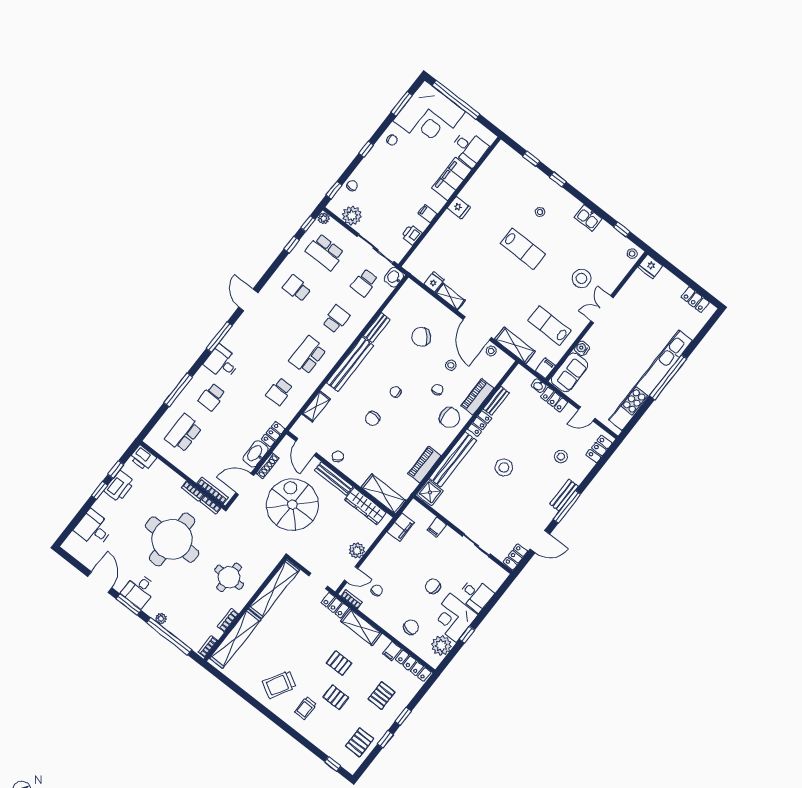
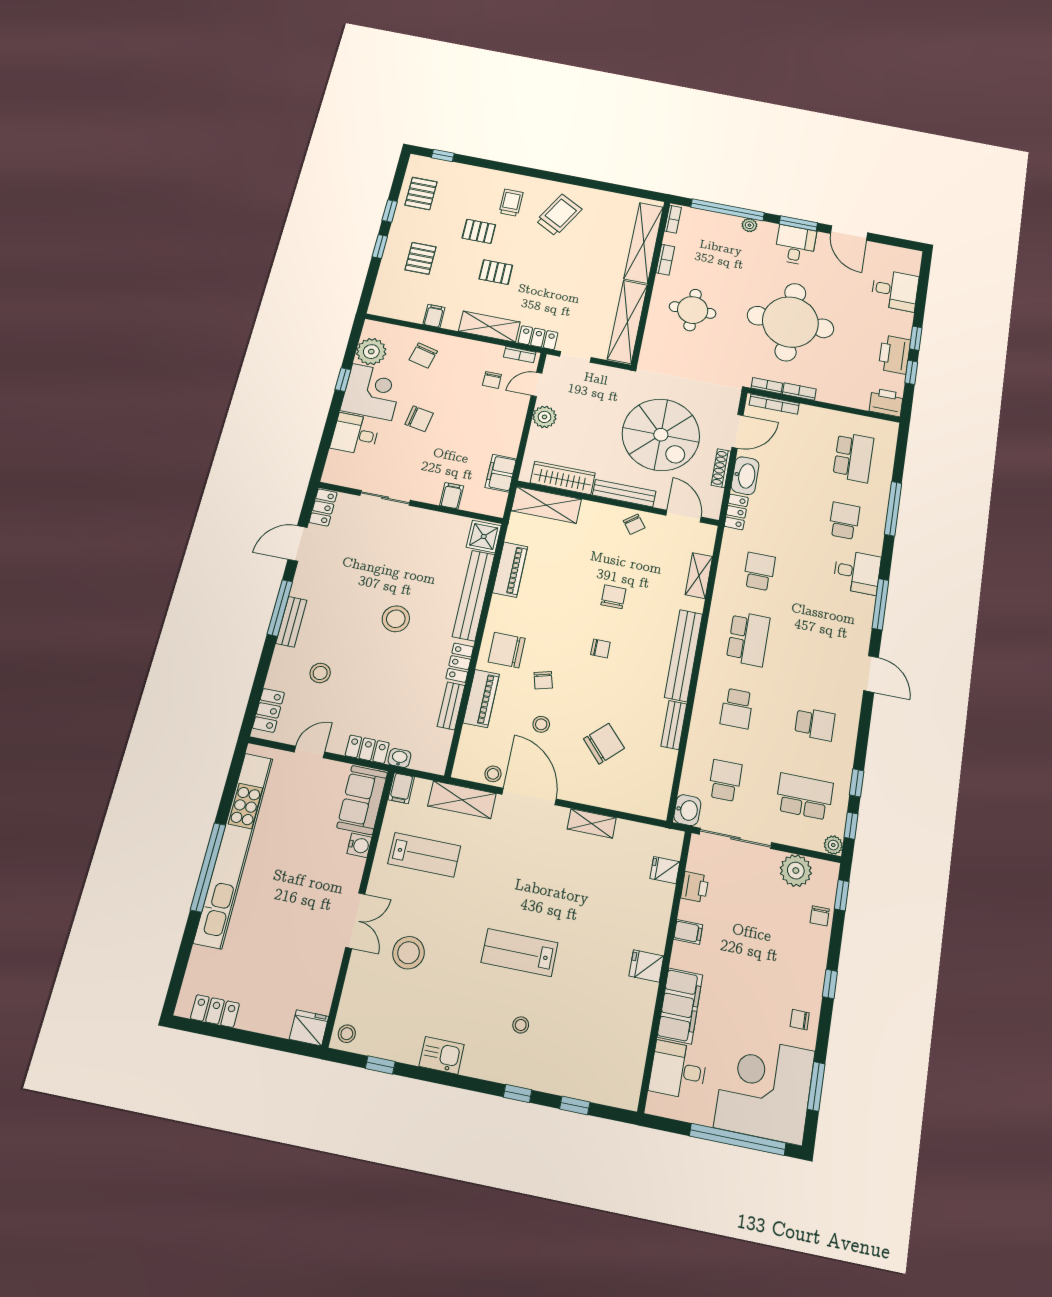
fridge: (434, 282) -> (665, 870), moved, turned 90
locker: (413, 666) -> (397, 311), removed

